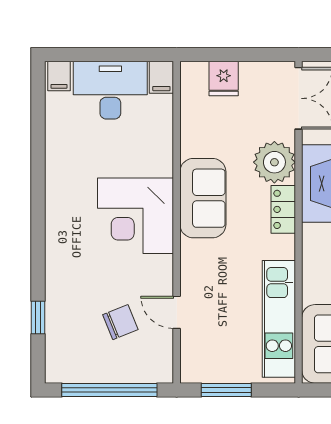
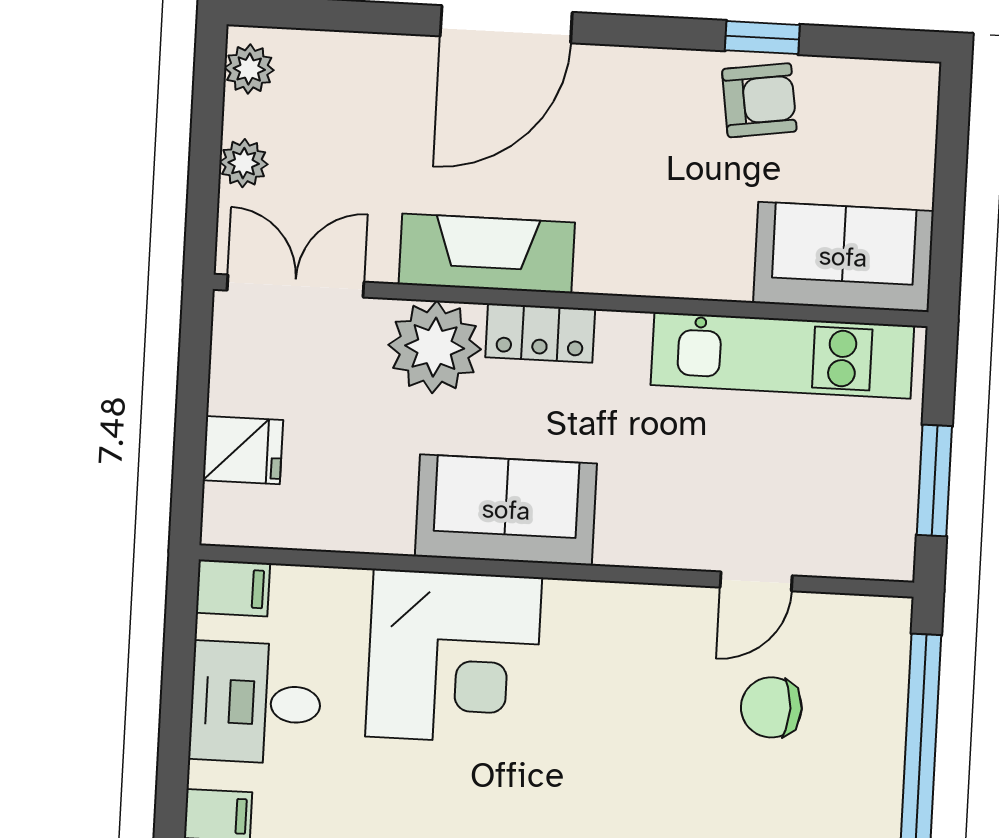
desk: (110, 90) -> (256, 703), width x0.73
corner desk: (136, 216) -> (454, 657), moved
chair: (120, 322) -> (771, 707), turned -68

